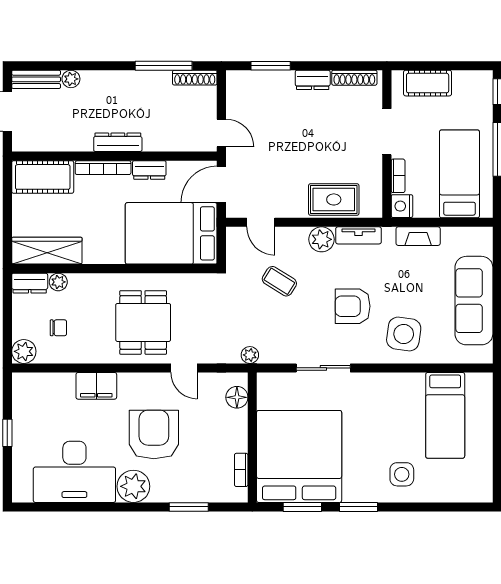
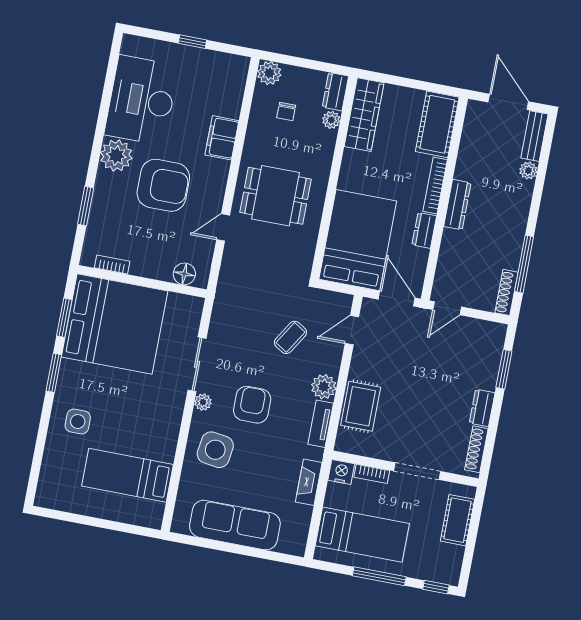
plant: (250, 355) -> (203, 402), moved

